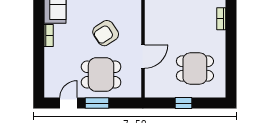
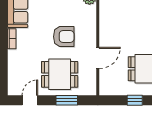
armchair: (106, 33) -> (64, 37), turned -147
window: (97, 103) -> (67, 100), moved

